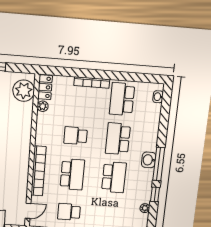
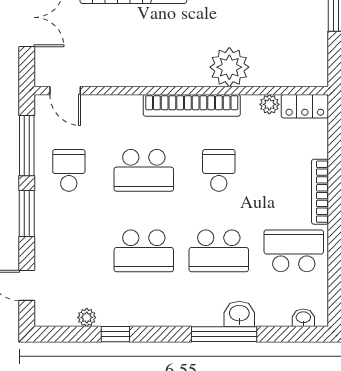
plant: (24, 91) -> (229, 67), moved
school desk: (118, 139) -> (219, 251), turned 180
washbasin: (149, 160) -> (239, 314), moved
window: (159, 164) -> (224, 334), moved
bookcase: (39, 171) -> (192, 105), moved

